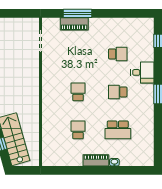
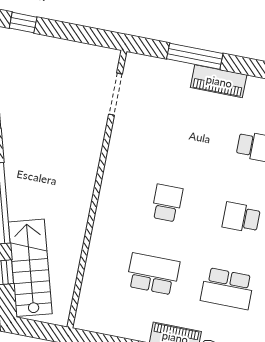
piano: (74, 24) -> (219, 81), moved
school desk: (78, 130) -> (153, 274), width x1.85

